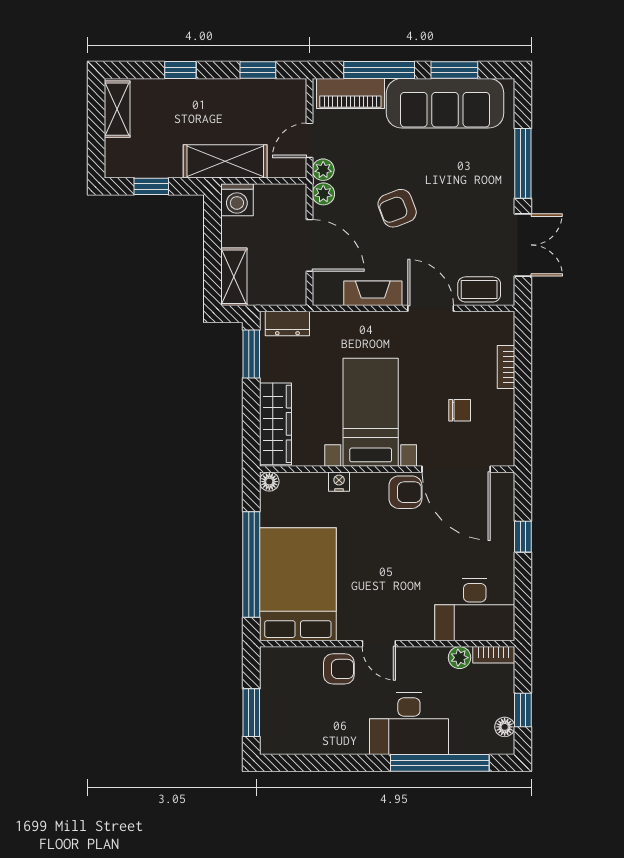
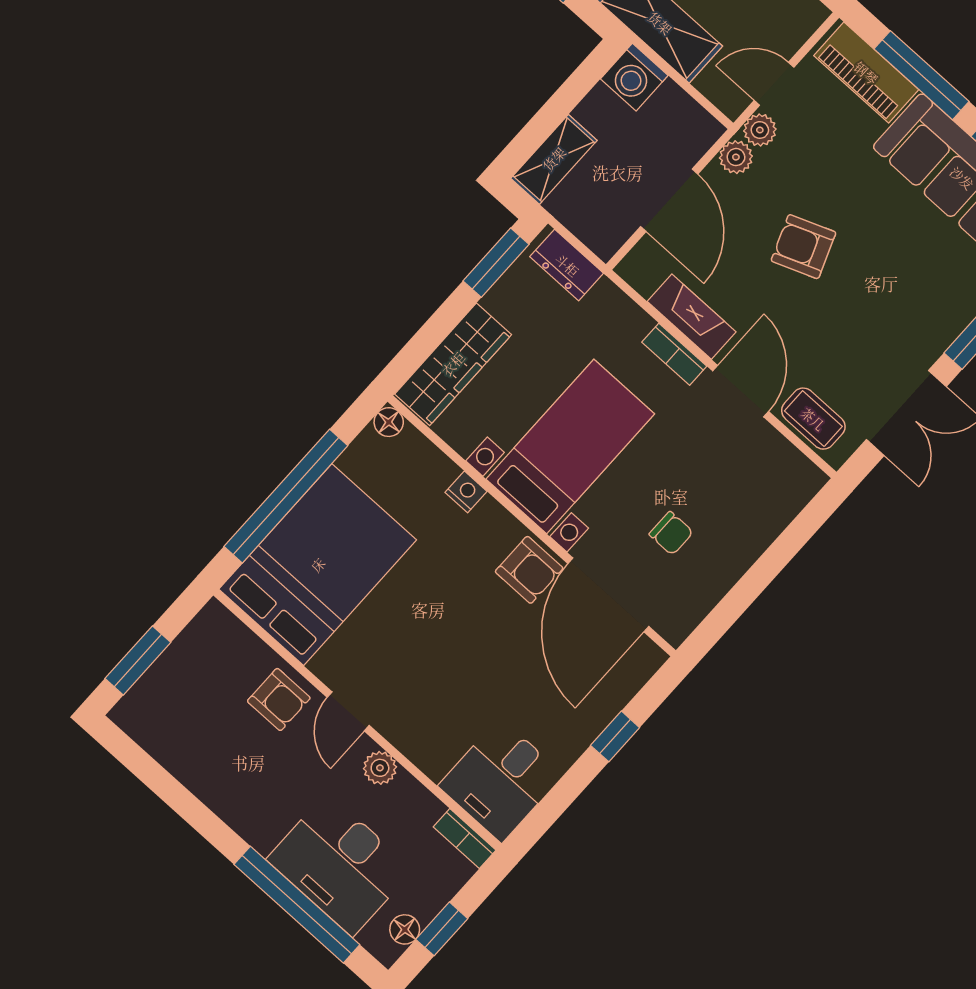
bookcase: (506, 367) -> (674, 354), moved, turned -90
desk: (475, 610) -> (501, 780), width x0.73
plant: (460, 658) -> (380, 768), moved
desk: (409, 724) -> (340, 864), moved

